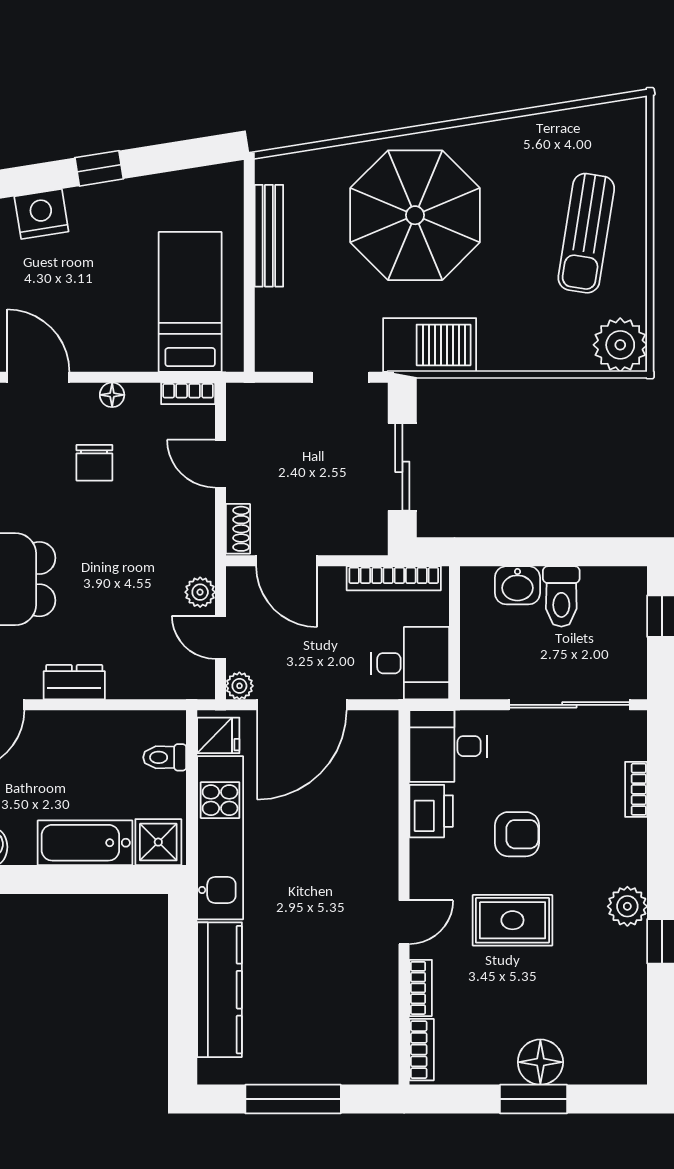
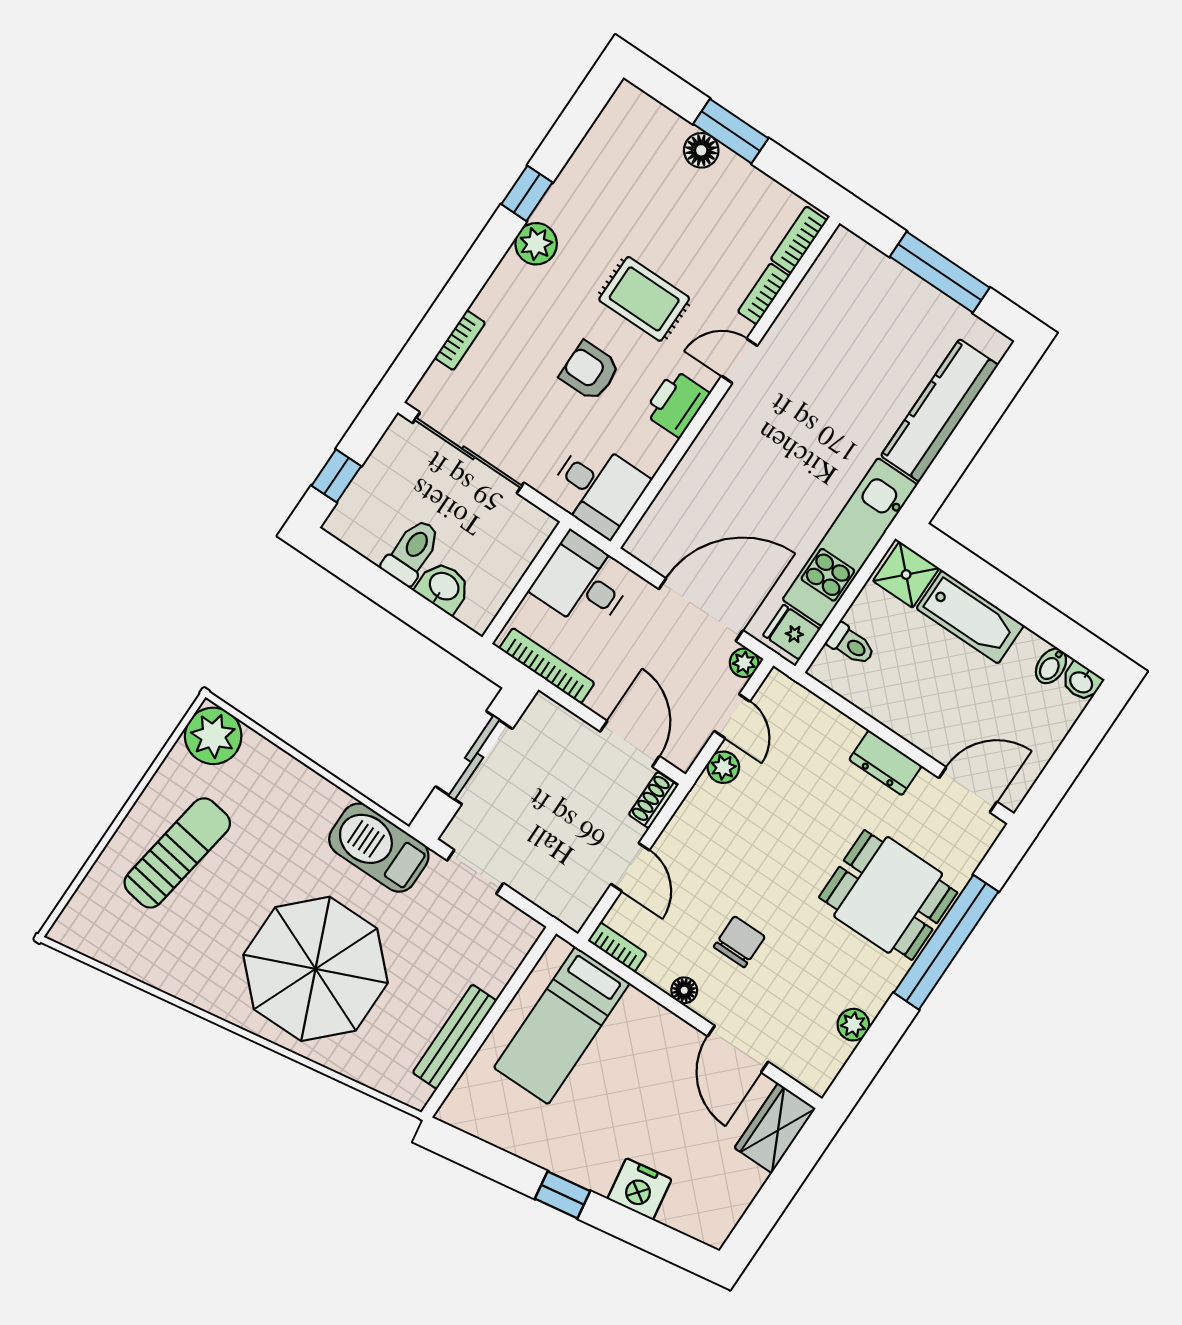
printer: (431, 811) -> (676, 403), moved
floor lamp: (540, 1062) -> (701, 150), width x0.73, depth x0.73

